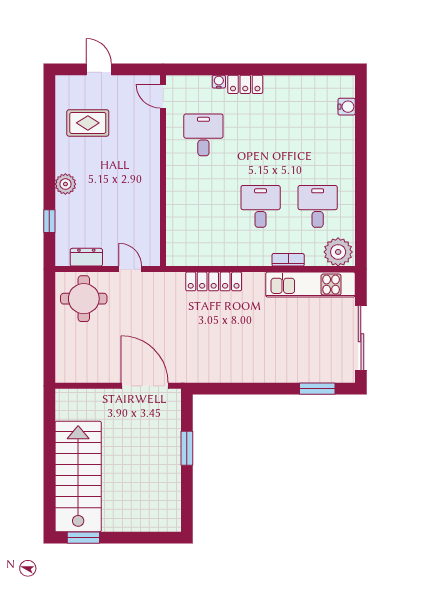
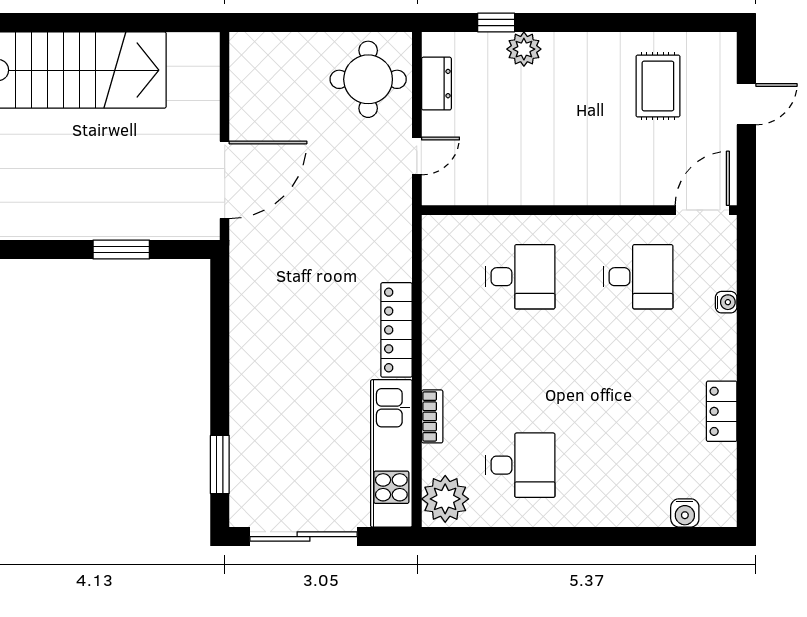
locker: (245, 84) -> (722, 411), moved
door: (163, 96) -> (702, 210), width x1.38
plant: (65, 184) -> (524, 49), moved
desk: (261, 206) -> (520, 277), moved
locker: (214, 281) -> (397, 330), moved

